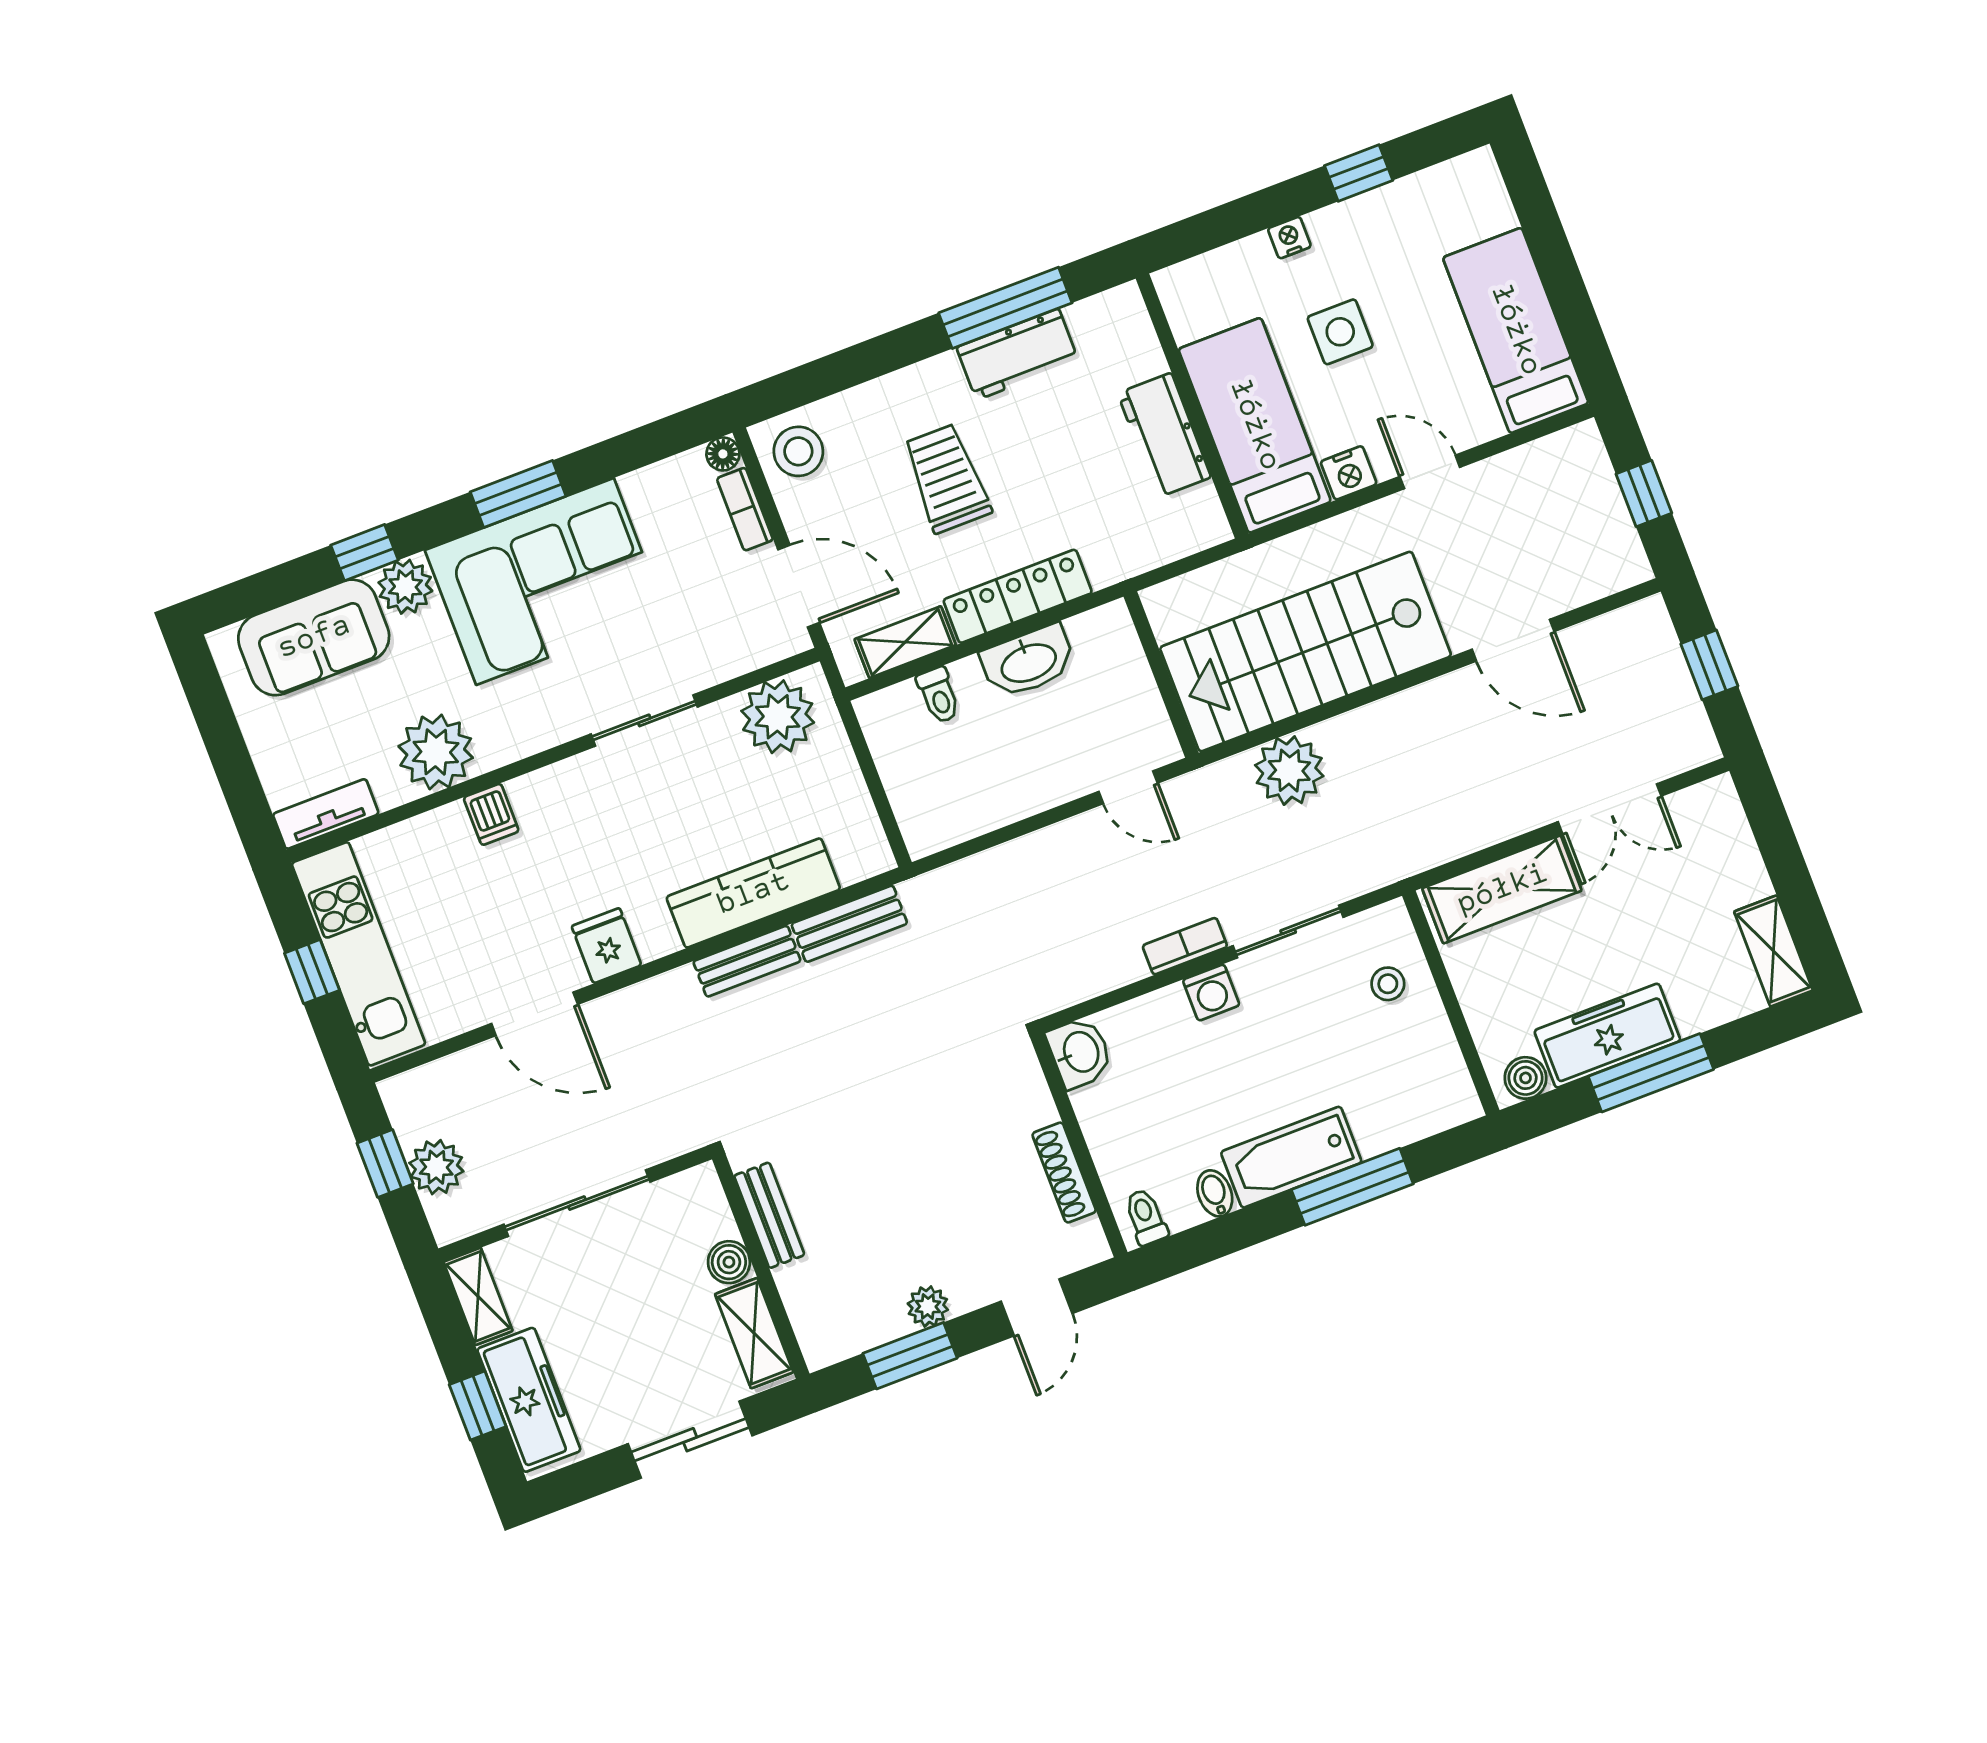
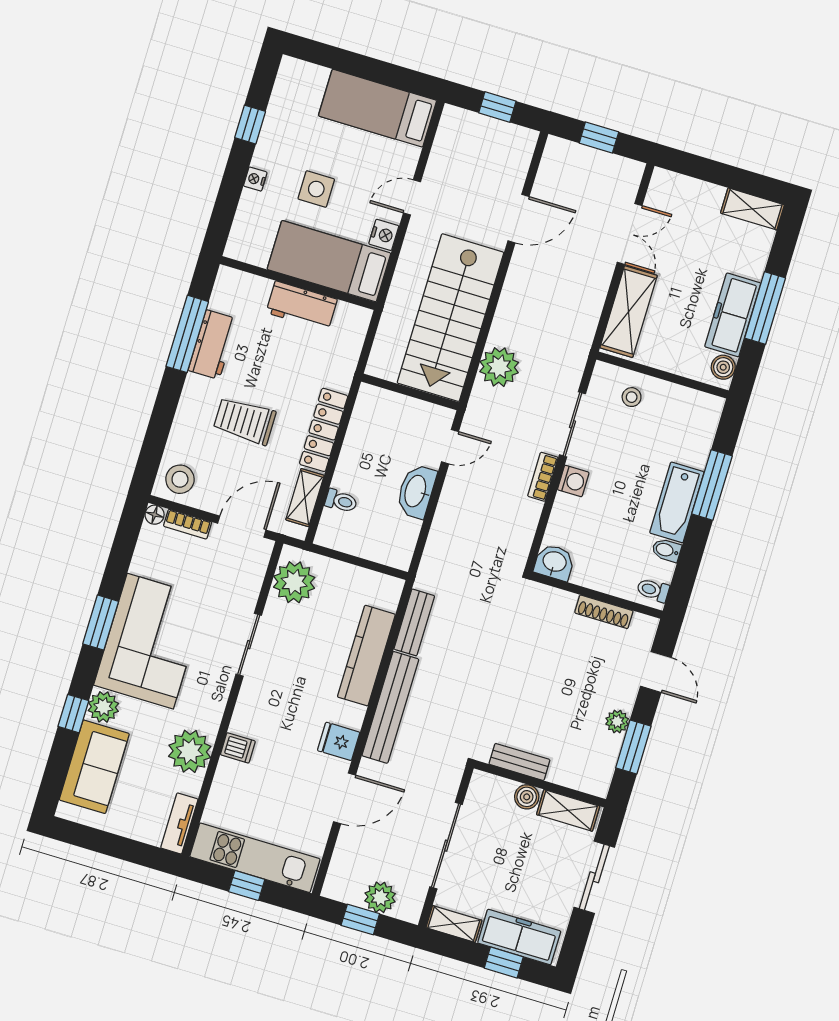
washbasin: (1028, 662) -> (416, 491), moved, turned 180
bench: (747, 961) -> (390, 707), width x1.86, depth x1.21

